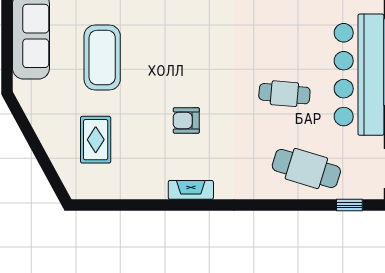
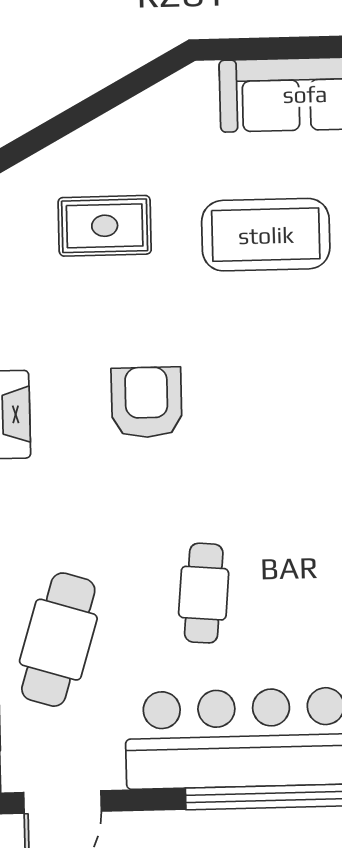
armchair: (186, 120) -> (147, 402), width x1.38, depth x1.38

